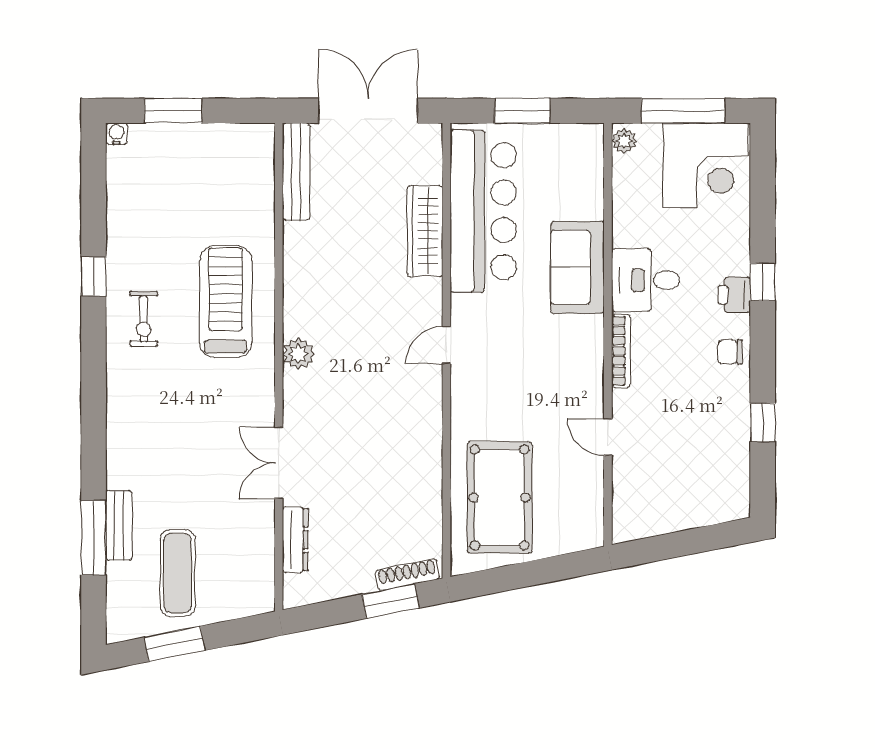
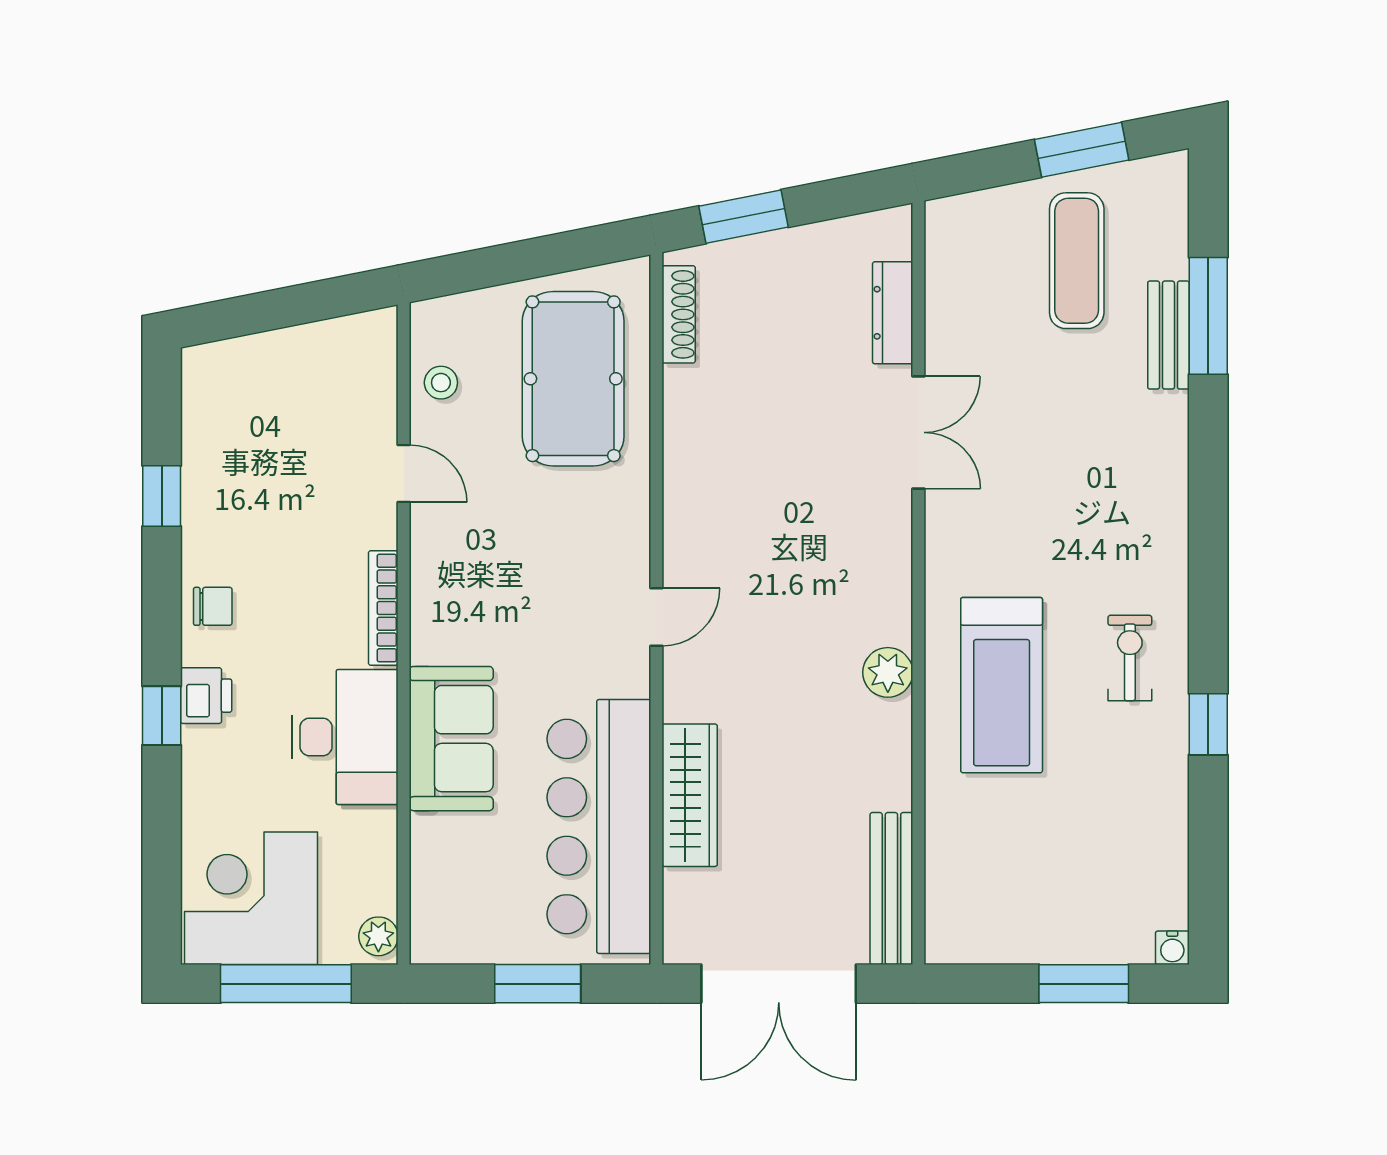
desk: (646, 280) -> (345, 737), width x1.37
plant: (298, 354) -> (888, 672), moved
stool: (584, 495) -> (441, 383), added
shoe rack: (407, 575) -> (679, 314), moved, turned -79

